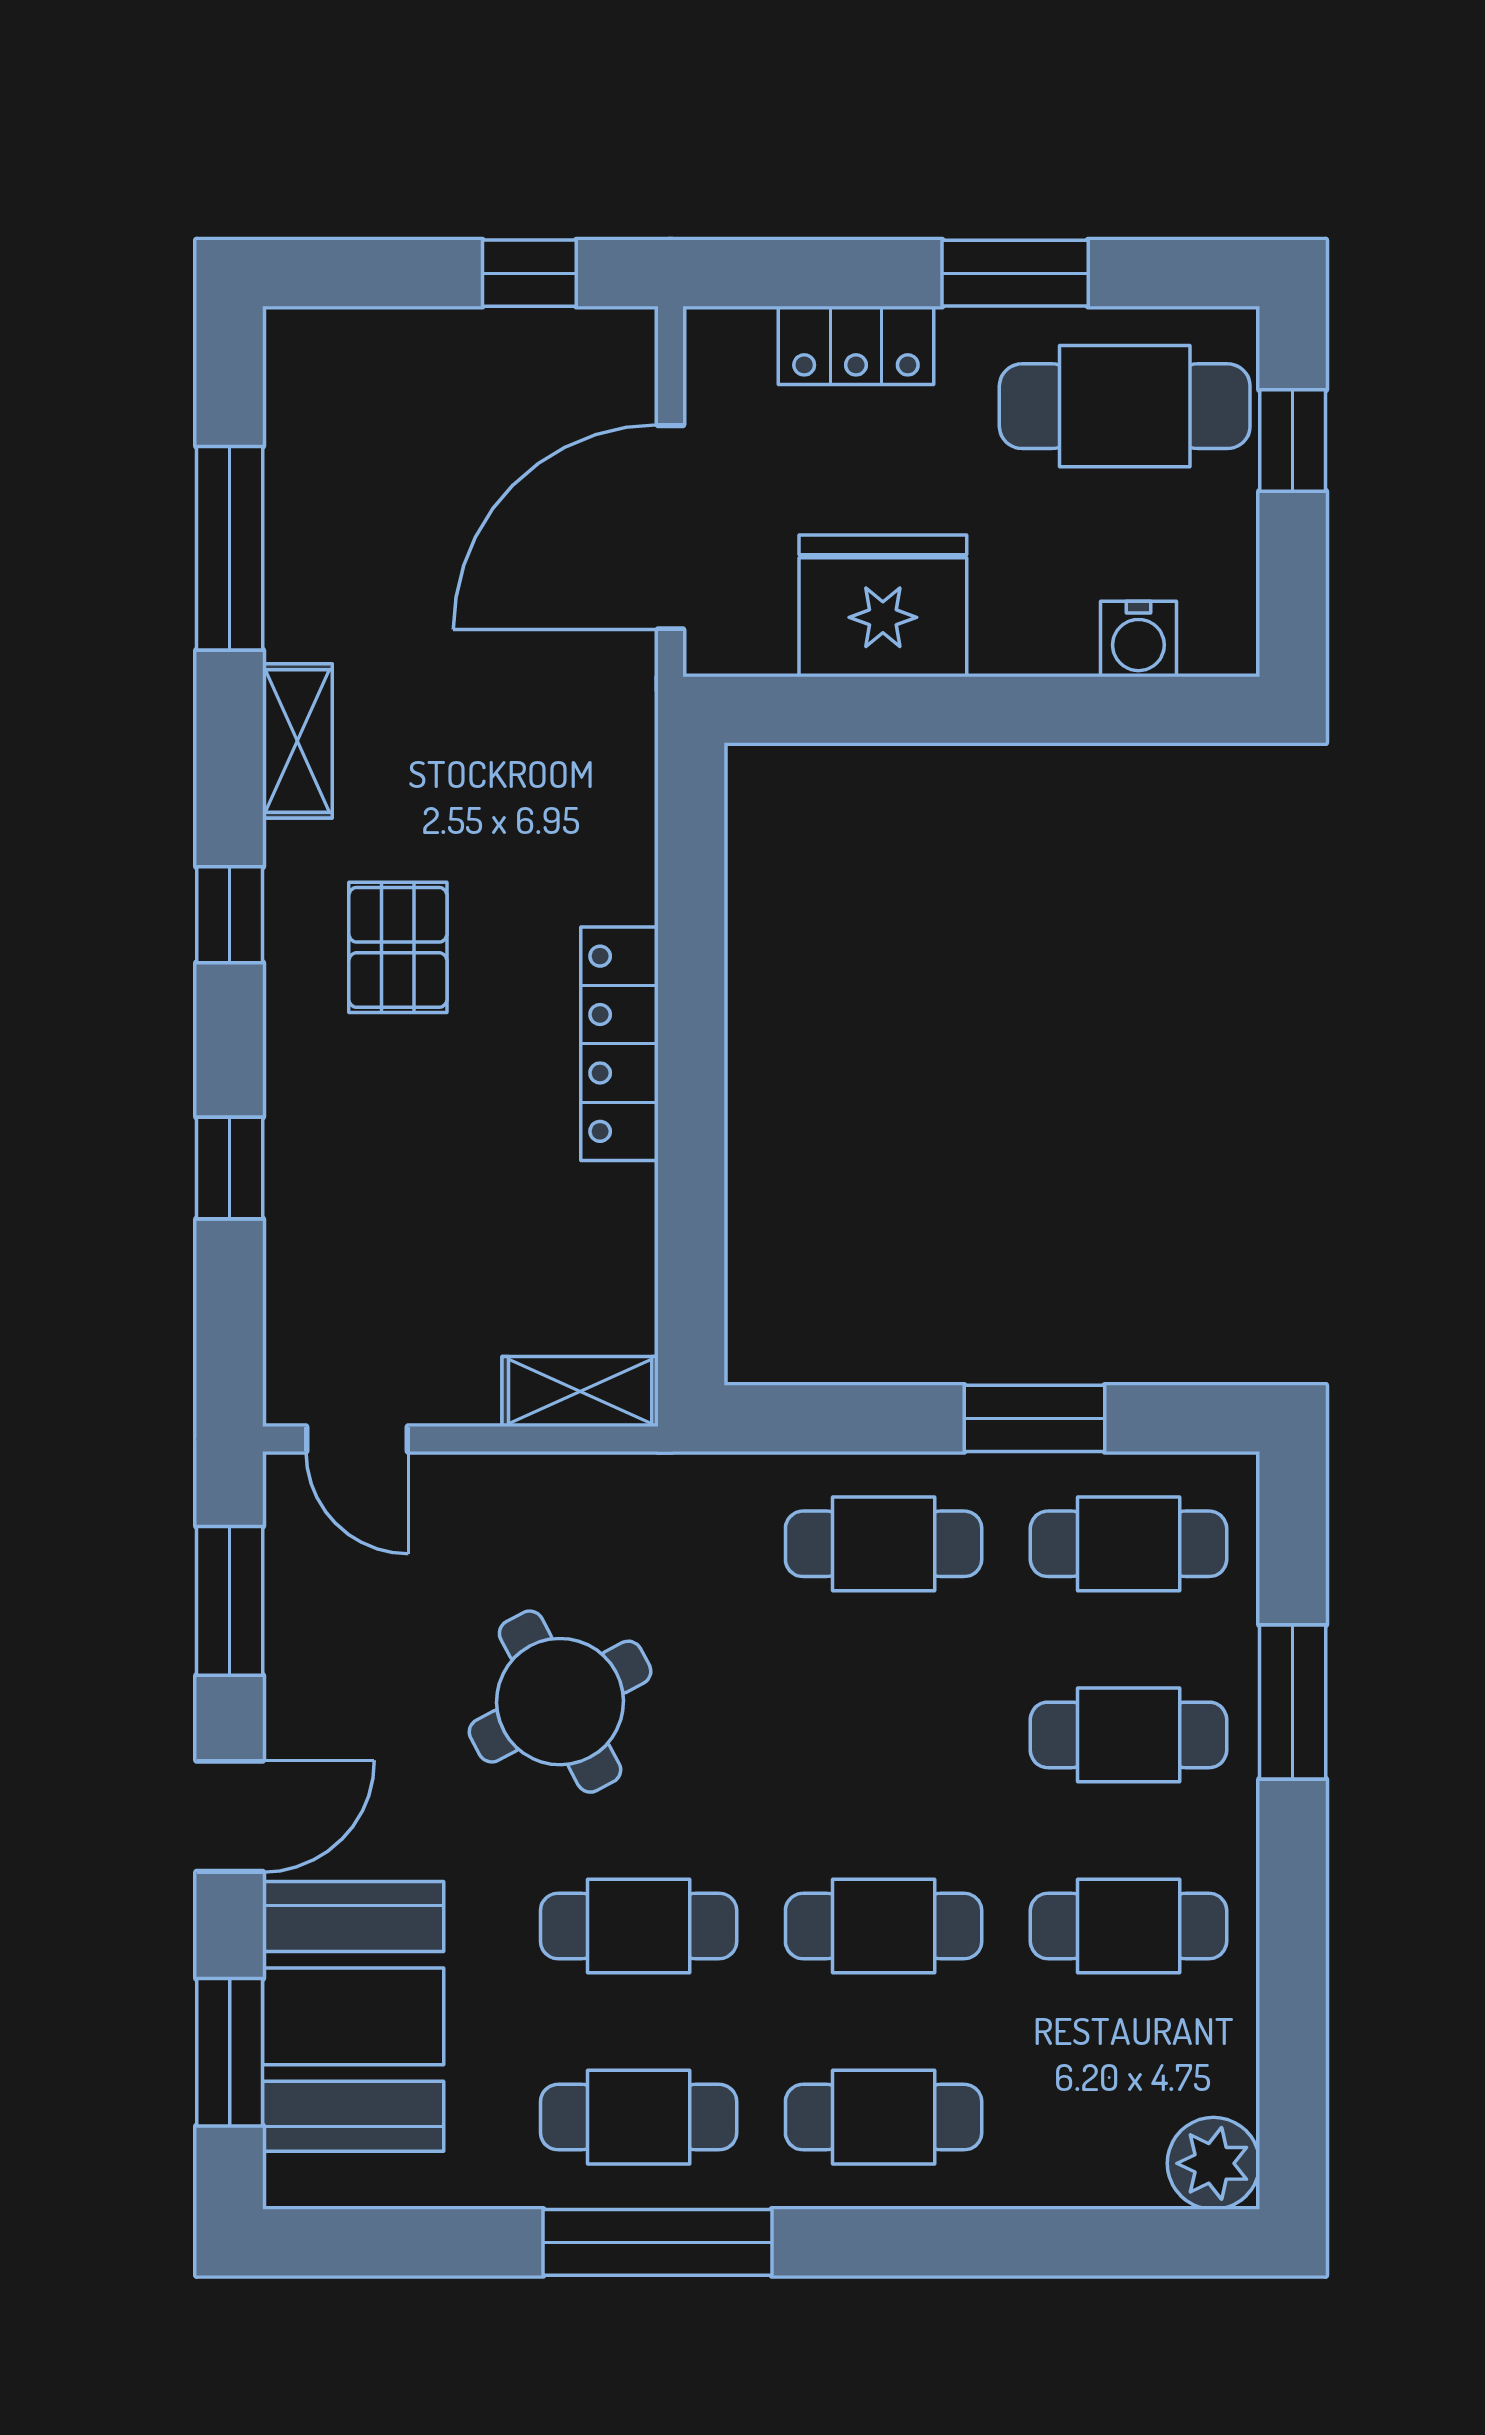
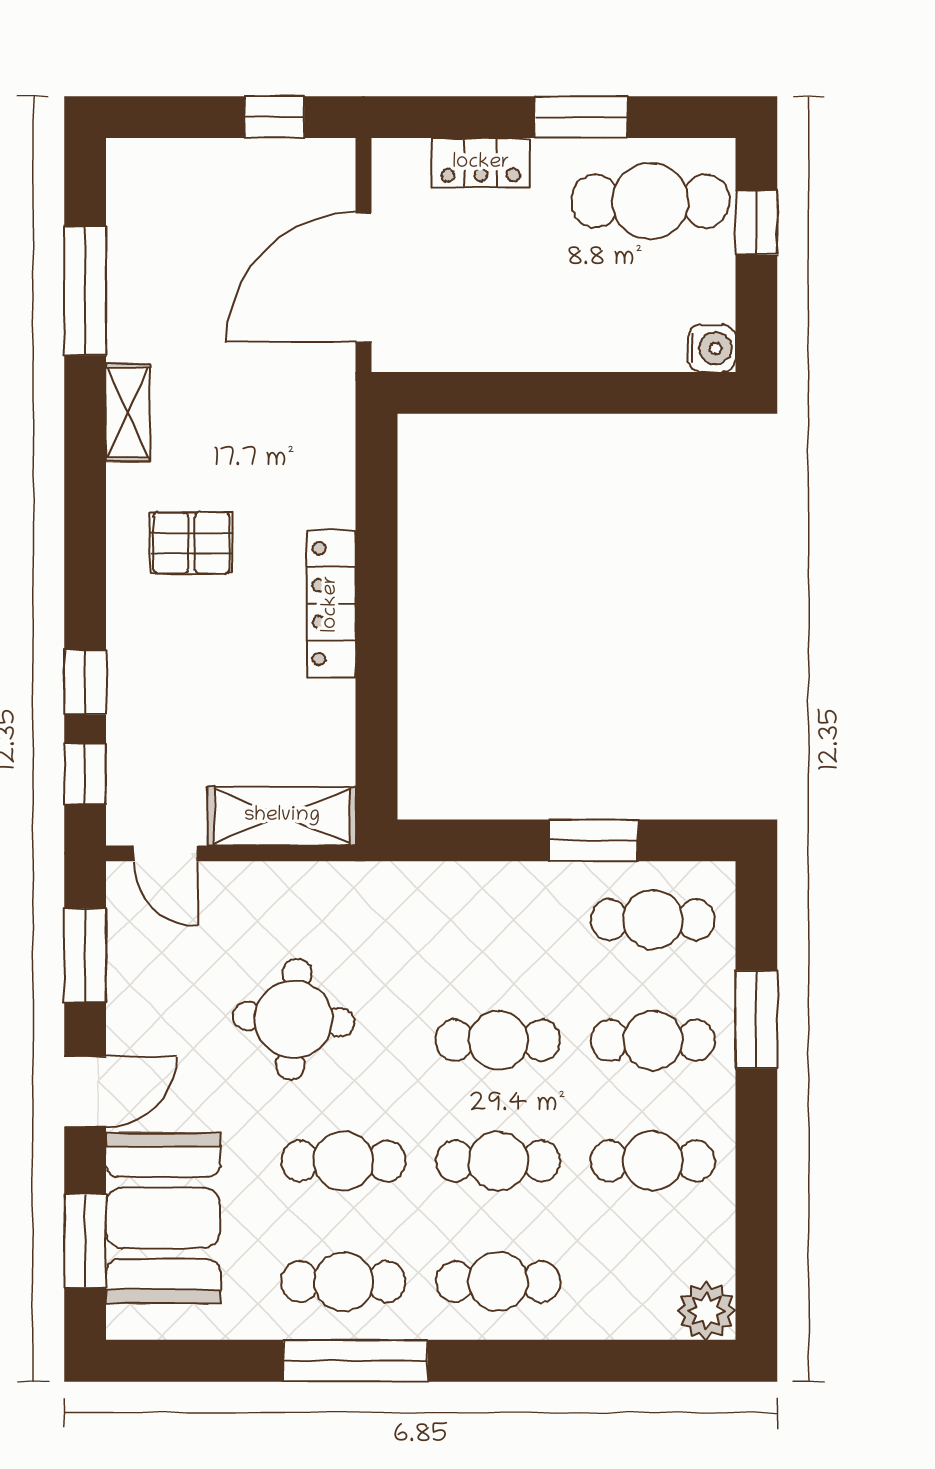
fridge: (883, 606) -> (498, 327), removed
water cooler: (1138, 639) -> (712, 348), moved, turned -90
window: (230, 915) -> (85, 774), moved
pallet: (398, 947) -> (191, 543), turned 90
shelving: (580, 1392) -> (282, 816), width x1.50, depth x1.33
cafe table: (884, 1544) -> (498, 1040), moved
round table: (560, 1702) -> (294, 1019), turned 32

